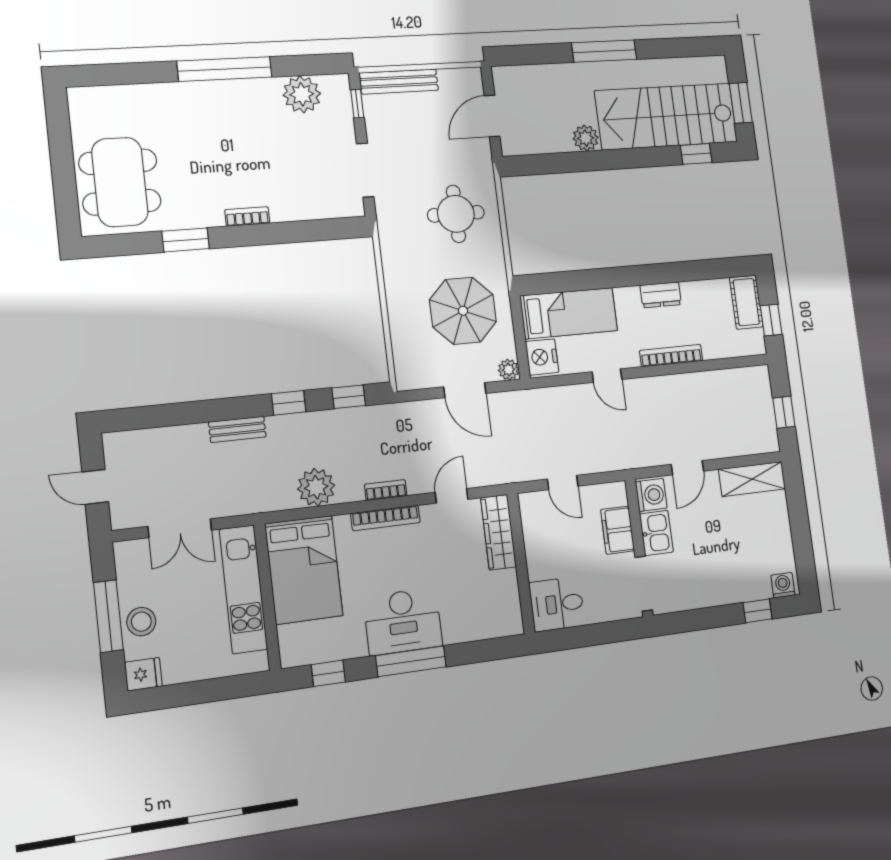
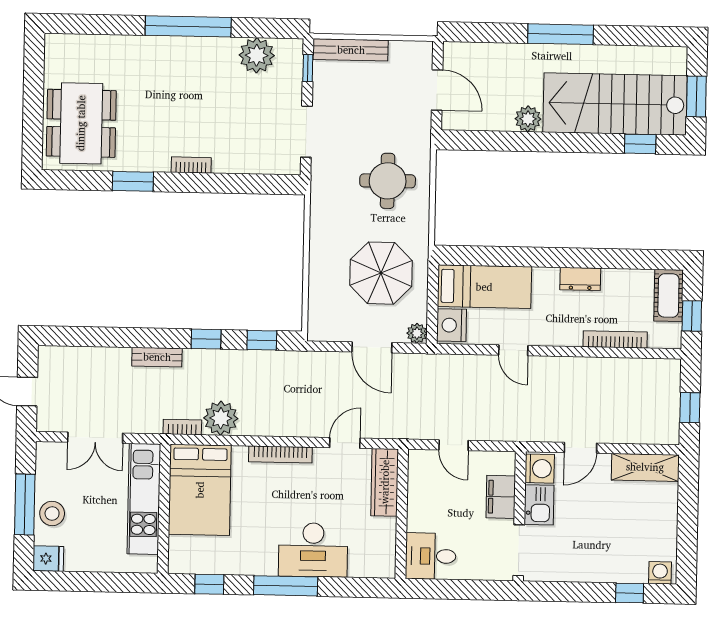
door: (492, 116) -> (437, 90), swing flipped
bookcase: (671, 356) -> (615, 339), moved
bookcase: (386, 490) -> (182, 427), moved
desk: (403, 621) -> (313, 550), moved

